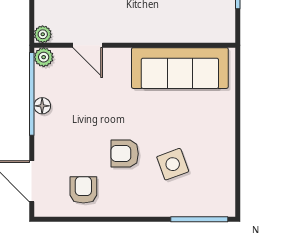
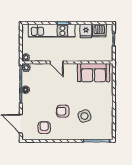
door: (88, 45) -> (57, 62), moved
sofa: (180, 68) -> (93, 73), width x0.73

